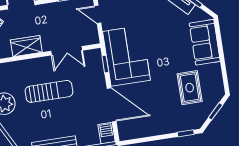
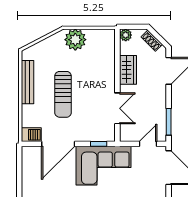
double door: (67, 51) -> (117, 108), swing flipped
sun lounger: (49, 91) -> (63, 94), moved

